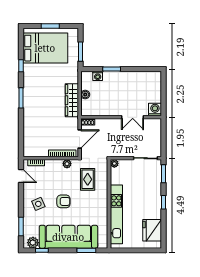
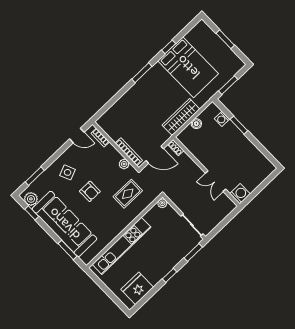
bed: (45, 48) -> (188, 67), moved
door: (21, 176) -> (77, 136), hinge flipped

